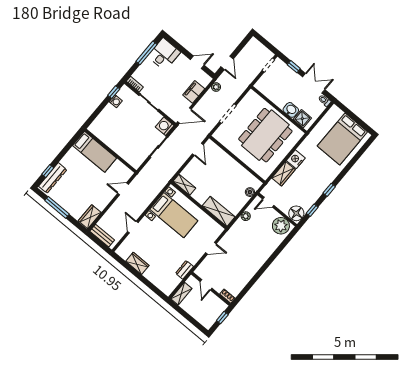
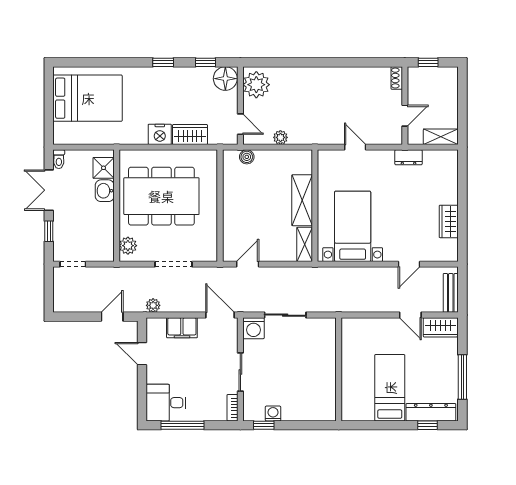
plant: (255, 99) -> (128, 246), added
bed: (95, 152) -> (390, 388), moved
door: (123, 189) -> (410, 315), moved
shelving: (219, 211) -> (302, 200), moved

